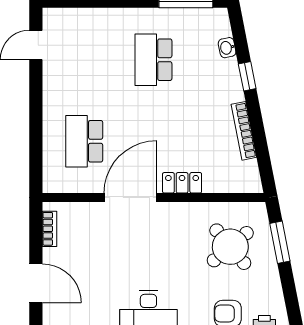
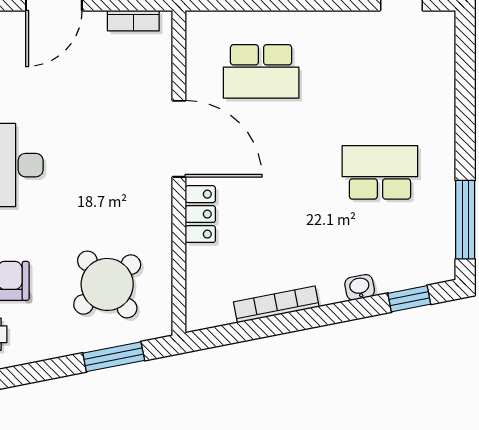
washbasin: (227, 48) -> (360, 287), moved
window: (247, 76) -> (409, 299), moved
school desk: (84, 141) -> (261, 71), turned 180

